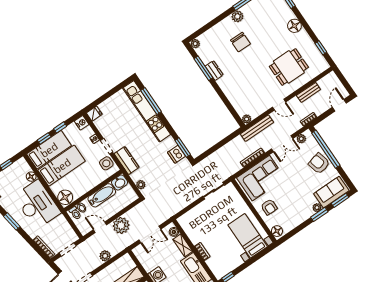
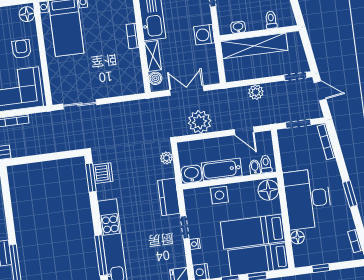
side table: (106, 163) -> (219, 195), moved
plant: (121, 225) -> (200, 122), moved

